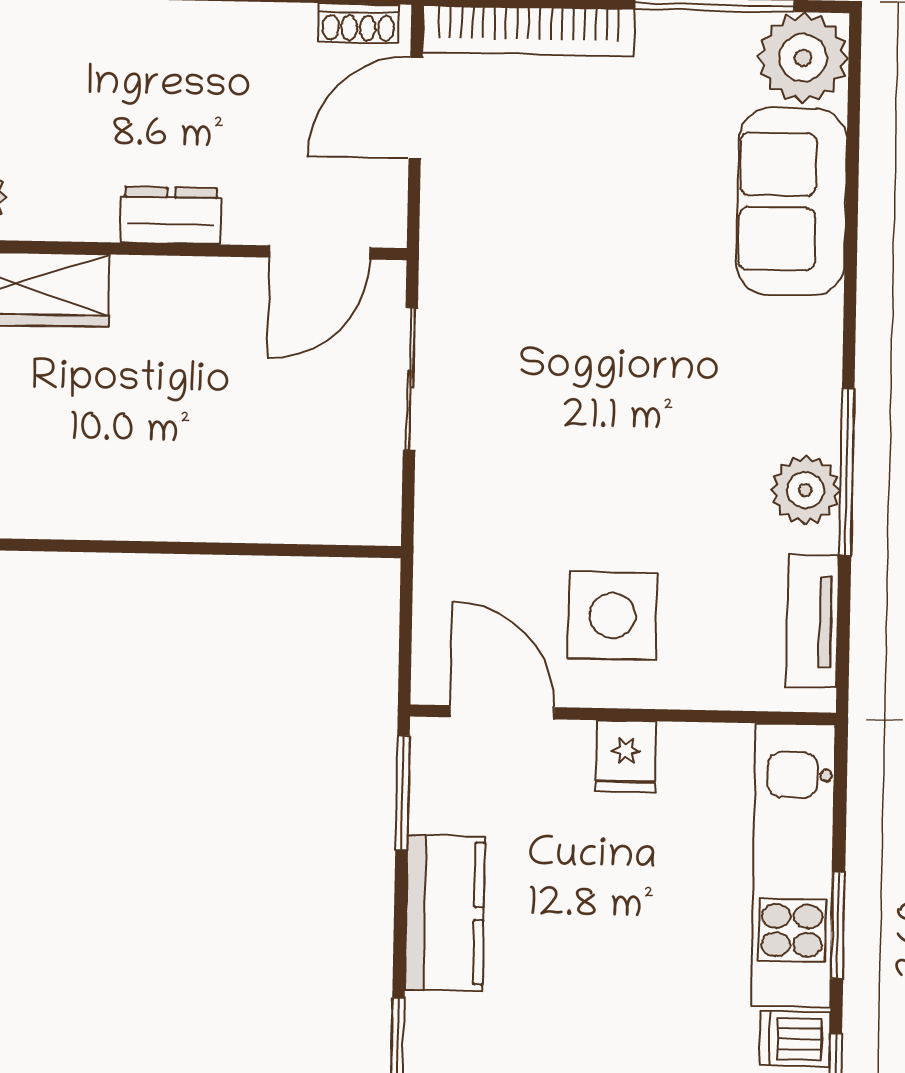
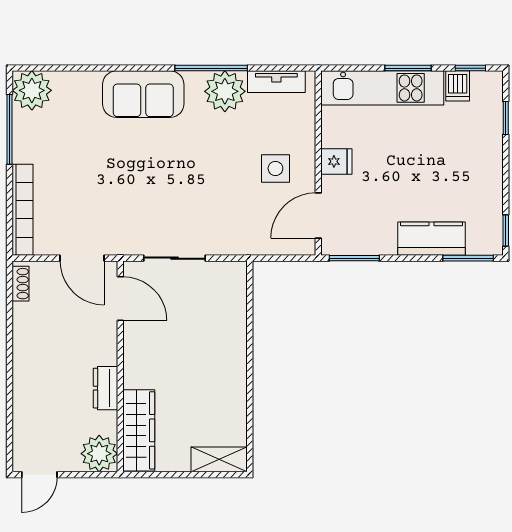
door: (416, 108) -> (82, 258), moved
sofa: (792, 202) -> (143, 94), moved
dresser: (171, 215) -> (105, 388), moved
plant: (805, 490) -> (225, 91), width x1.36, depth x1.36
side table: (612, 616) -> (275, 168), width x0.73, depth x0.73
kitchen counter: (445, 913) -> (431, 239), moved

